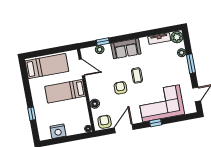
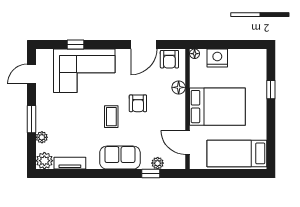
bed: (65, 91) -> (217, 107), width x1.50
window: (156, 123) -> (76, 44), moved
nightstand: (58, 131) -> (217, 58), moved

